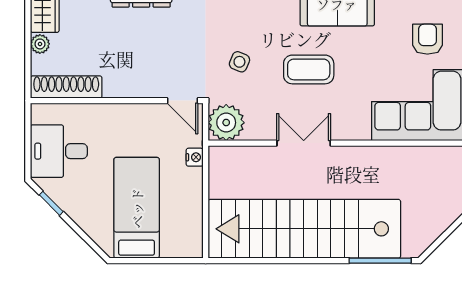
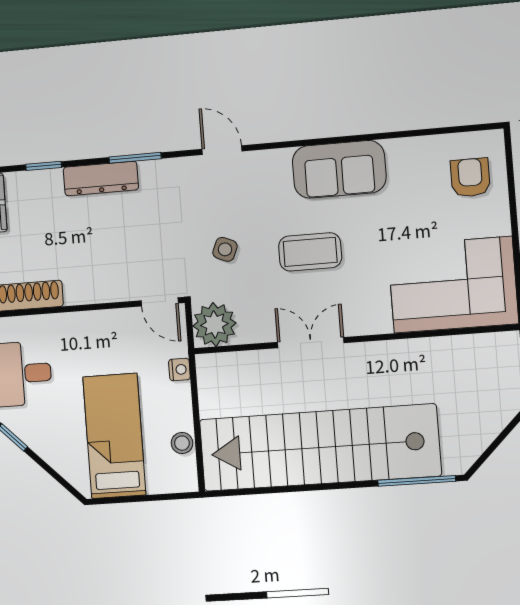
armchair: (427, 39) -> (470, 178), moved
stool: (192, 218) -> (182, 443), added

